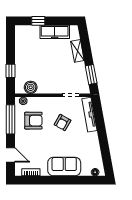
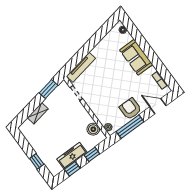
freezer: (55, 32) -> (72, 156), moved, turned -90
window: (10, 46) -> (72, 169), added
armchair: (33, 121) -> (130, 109), moved
armchair: (62, 123) -> (103, 84), removed
door: (10, 155) -> (158, 106), hinge flipped

